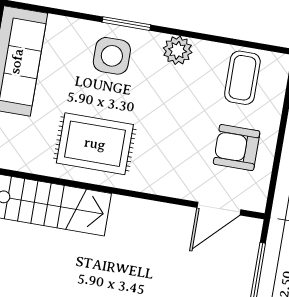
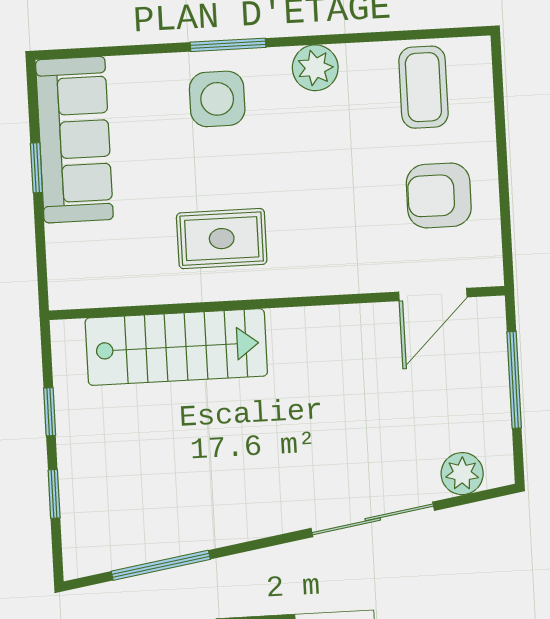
rug: (95, 144) -> (222, 239), width x0.73, depth x0.70

